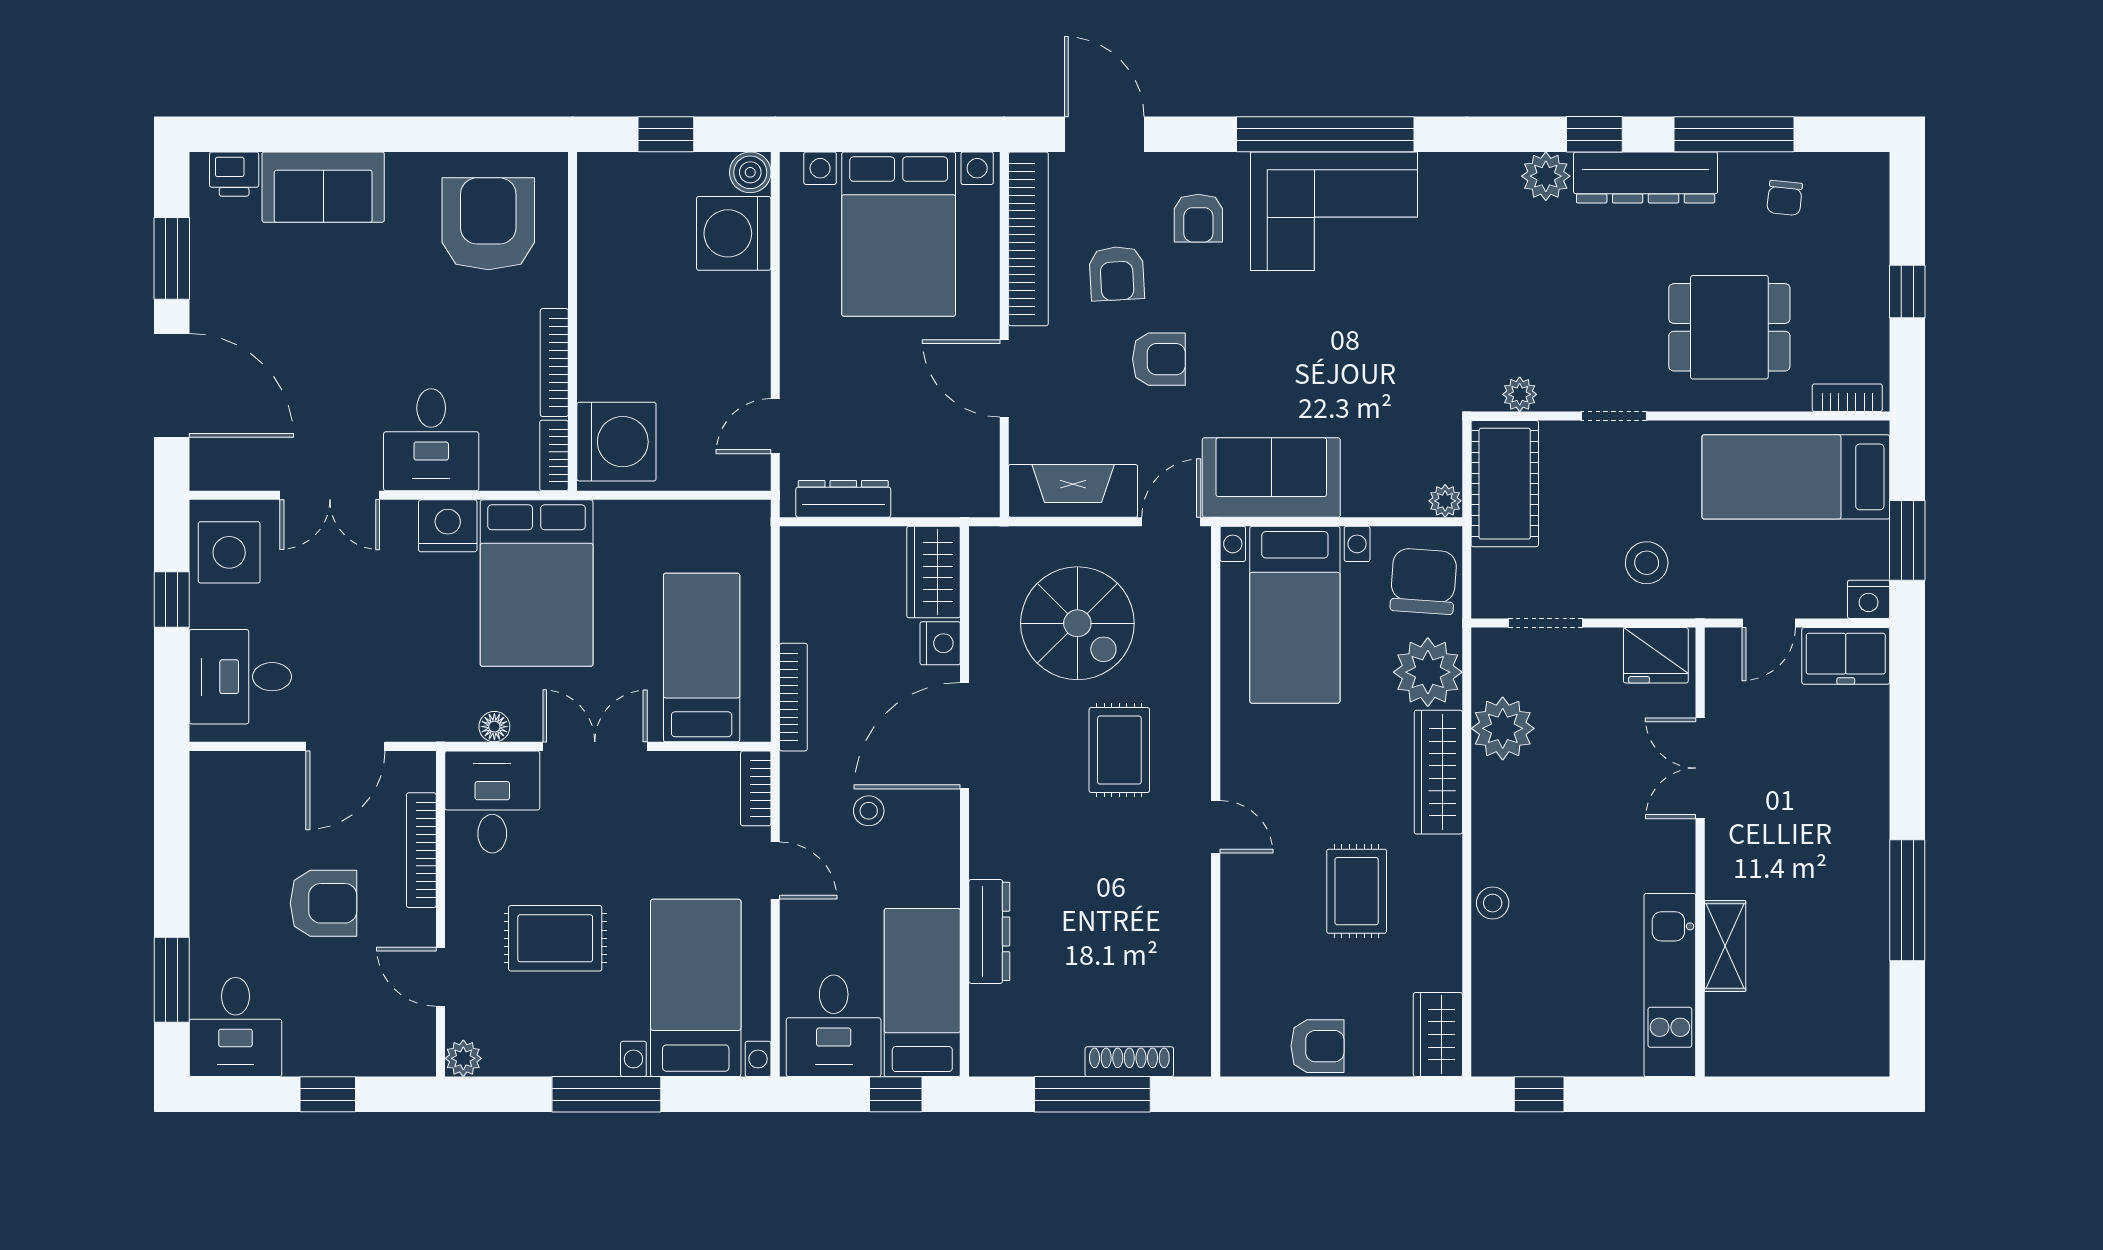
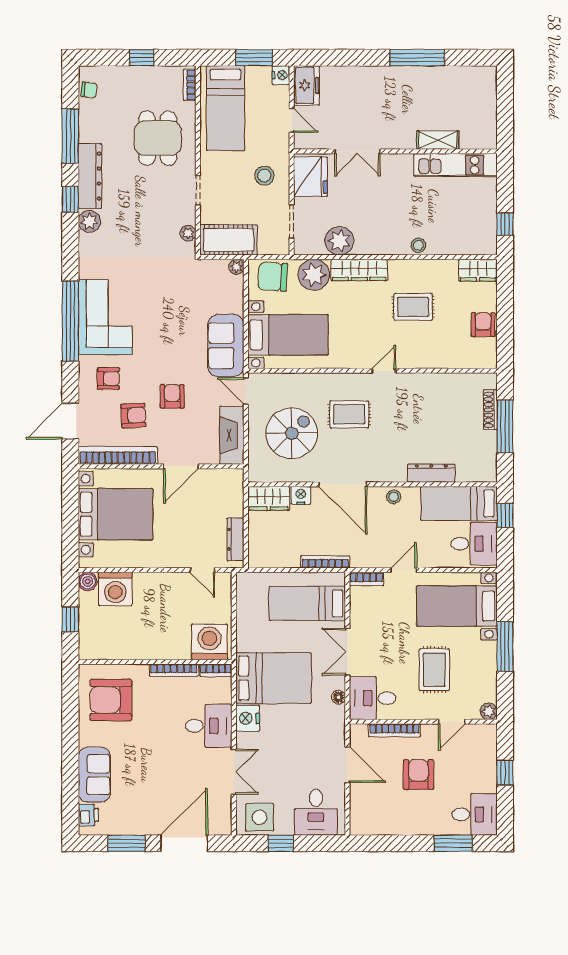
chair: (1785, 198) -> (89, 90), moved
fridge: (1656, 655) -> (311, 177), width x1.36, depth x1.34
stool: (869, 811) -> (394, 497), moved

